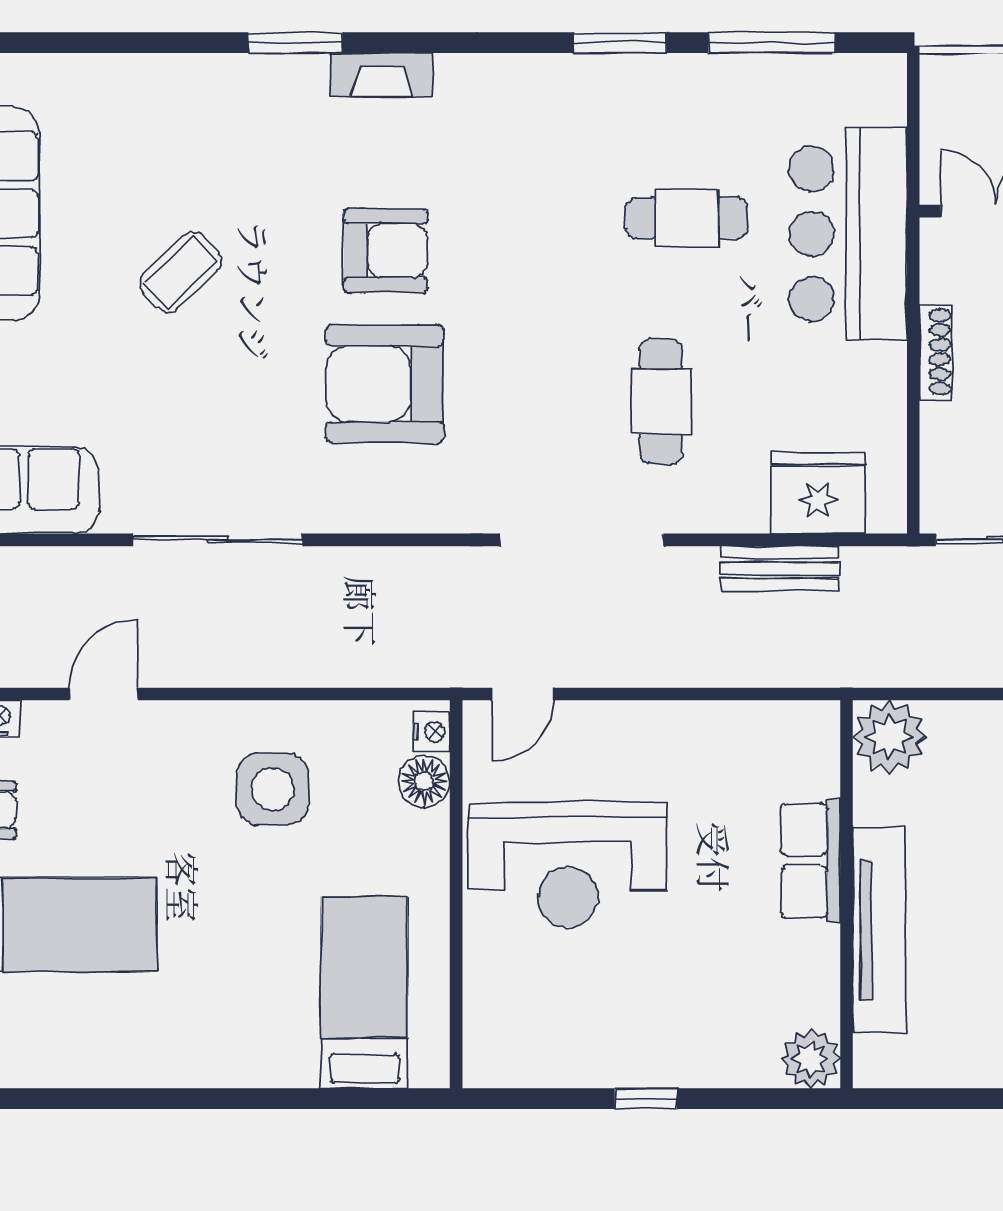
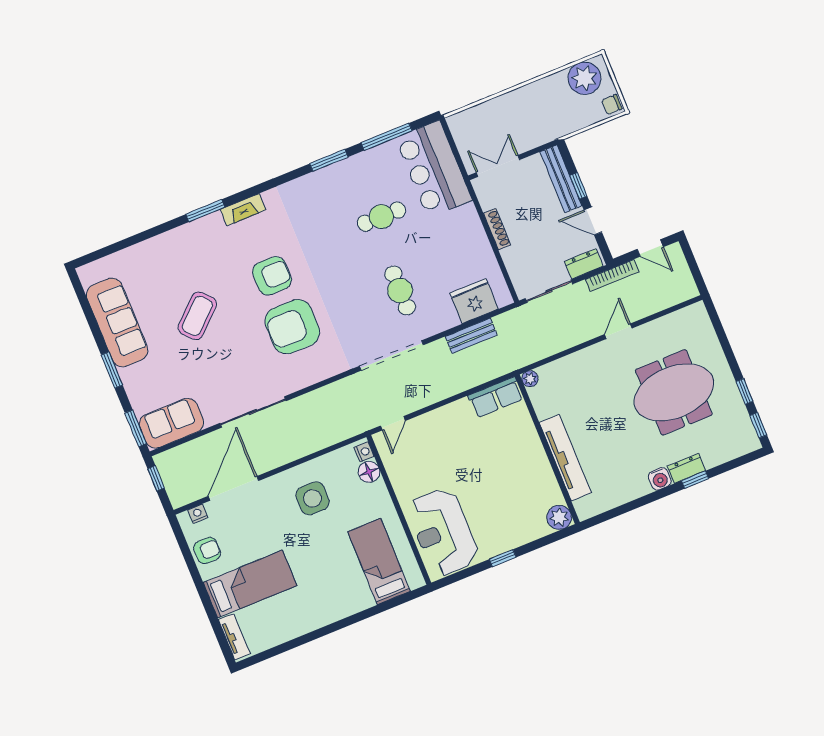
bar counter: (848, 234) -> (434, 169), moved
coffee table: (181, 272) -> (197, 316), width x1.36, depth x1.30
door: (104, 694) -> (233, 488), width x1.88
plant: (889, 737) -> (530, 379), width x0.53, depth x0.53
row of seats: (811, 860) -> (496, 397), moved, turned -90
reception desk: (568, 865) -> (443, 532), moved, turned 90

